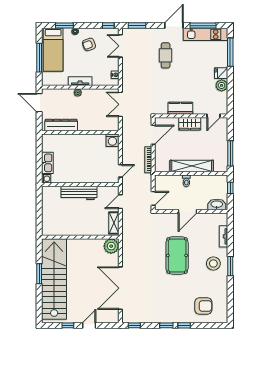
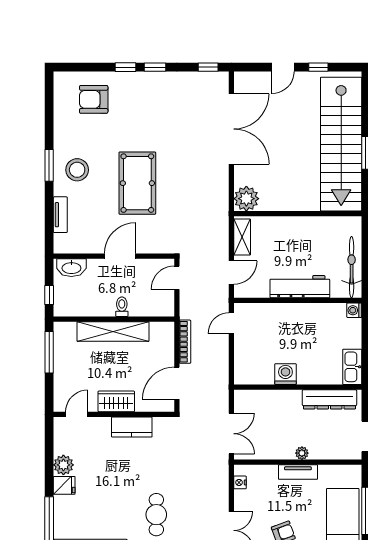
washing machine: (112, 140) -> (285, 374), moved
kitchen sink: (47, 163) -> (352, 367), moved
bicycle: (48, 205) -> (352, 267), added

